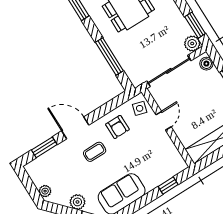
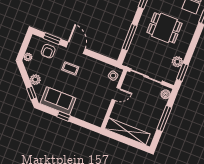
plant: (192, 44) -> (177, 62), moved
armchair: (117, 127) -> (48, 51), moved
window: (168, 186) -> (64, 116), moved

